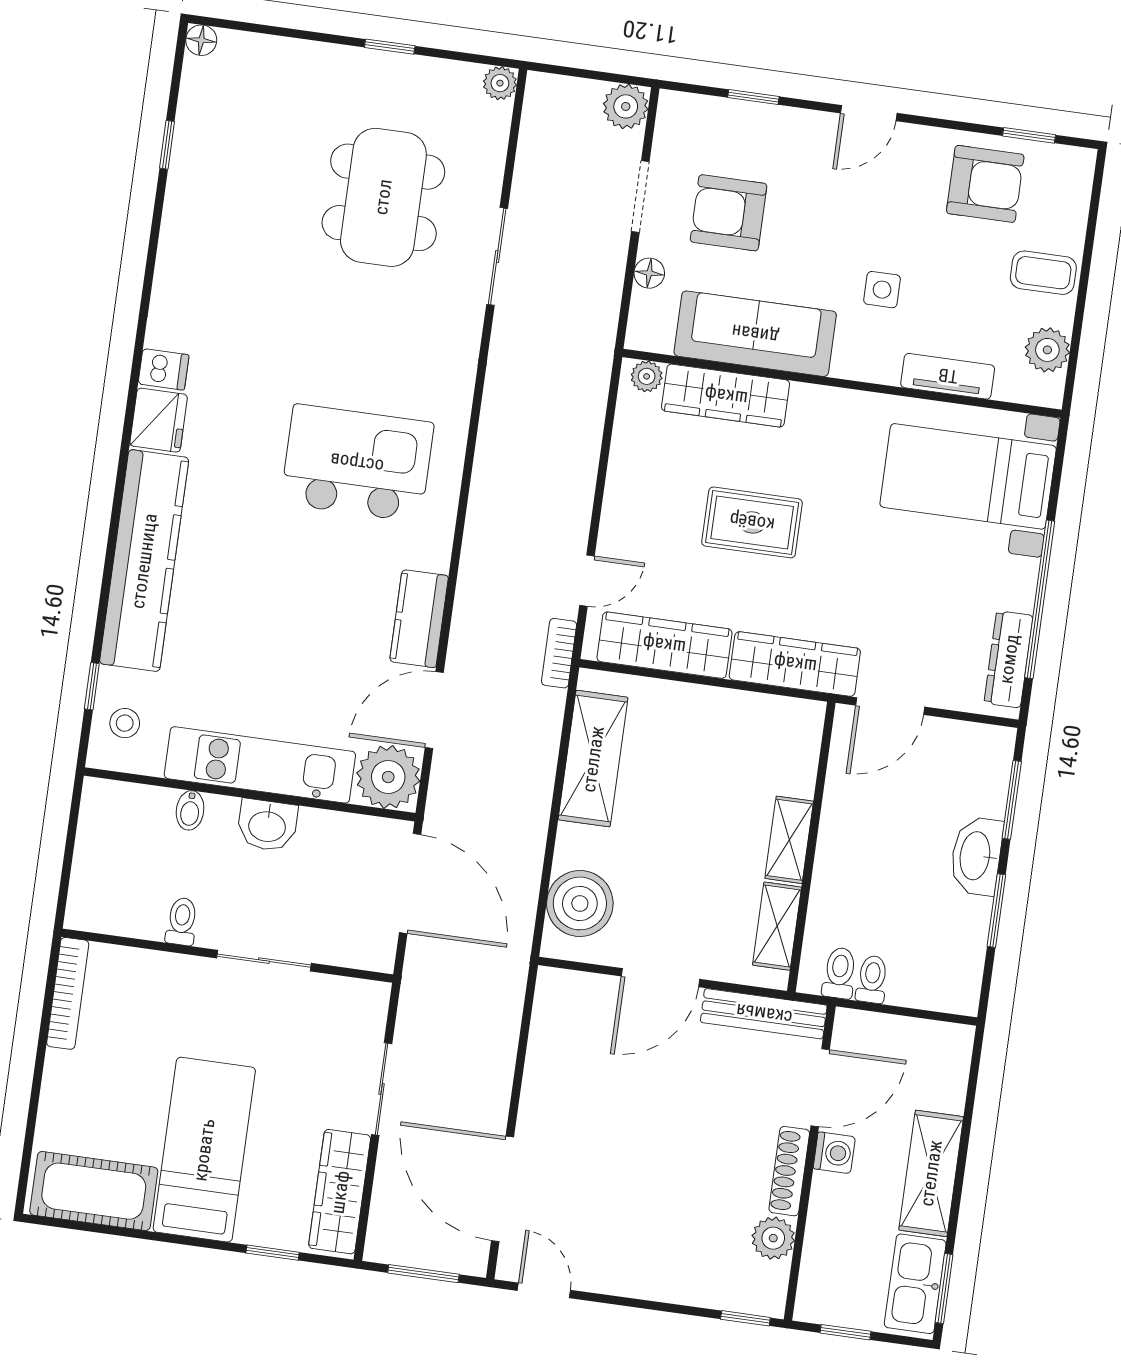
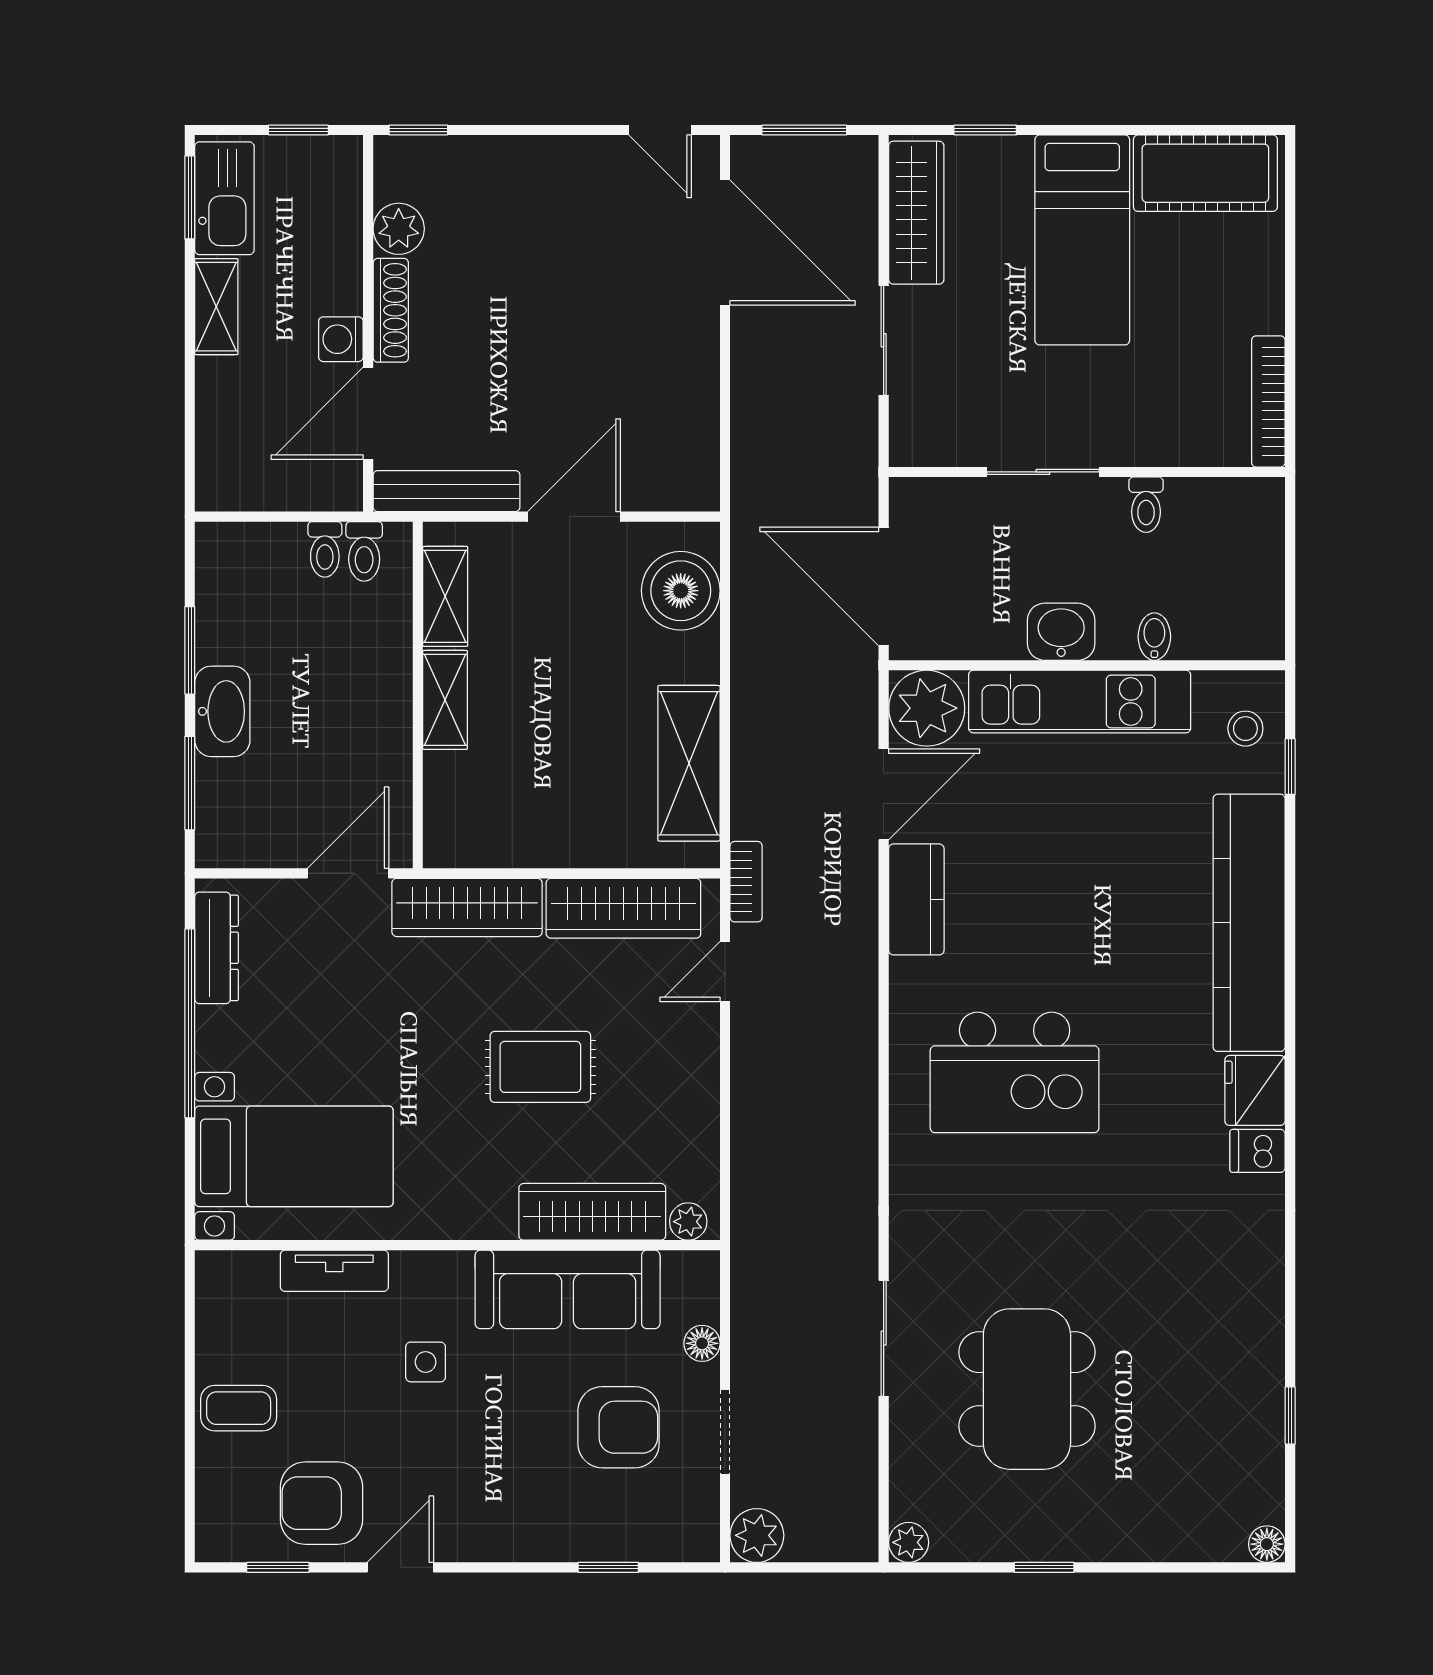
door: (869, 113) -> (400, 1567), moved
plant: (1047, 350) -> (221, 1318), removed
shelving: (931, 1173) -> (216, 307), width x0.67, depth x0.75

